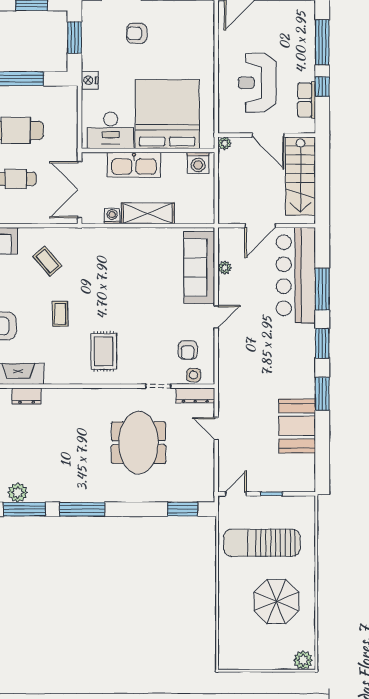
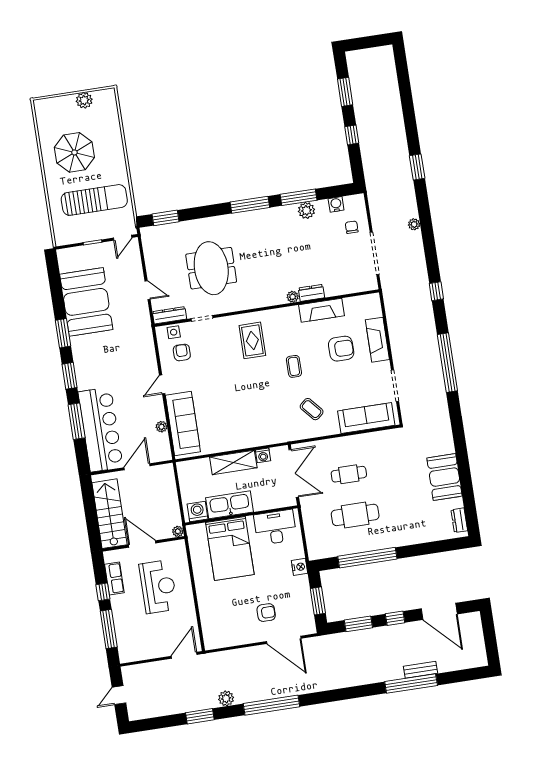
bed: (167, 114) -> (230, 548), width x0.73
kitchen sink: (134, 165) -> (230, 505), moved
plant: (49, 395) -> (293, 297), added
booth: (297, 426) -> (86, 302), width x1.36, depth x1.42
plant: (303, 660) -> (84, 100), moved

